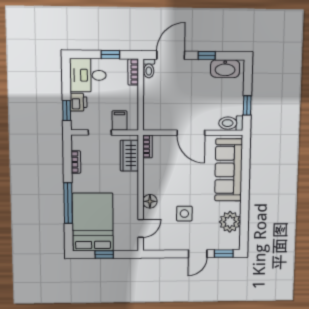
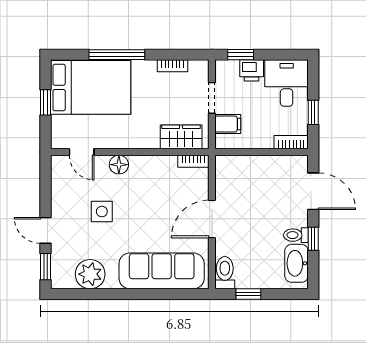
toilet: (149, 68) -> (296, 235), moved

